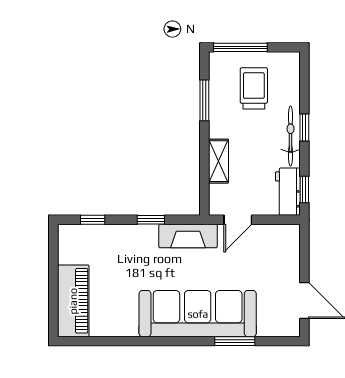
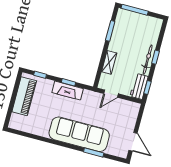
trolley: (254, 88) -> (136, 32), removed
fireplace: (188, 236) -> (68, 91), moved
piano: (73, 301) -> (24, 96), moved

